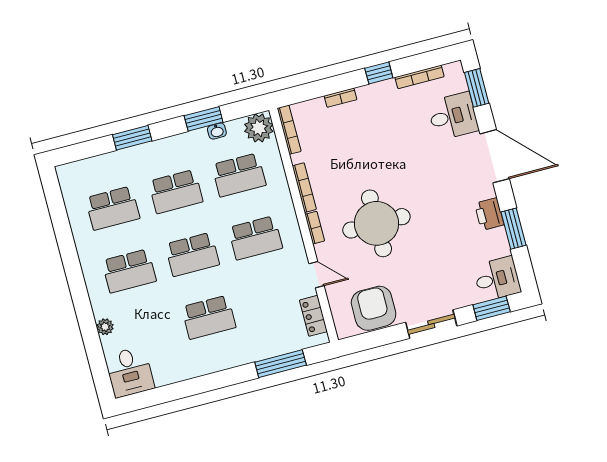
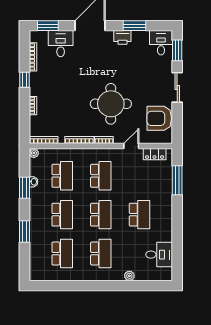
plant: (259, 128) -> (34, 153), width x0.53, depth x0.53
desk: (130, 372) -> (159, 255), moved

